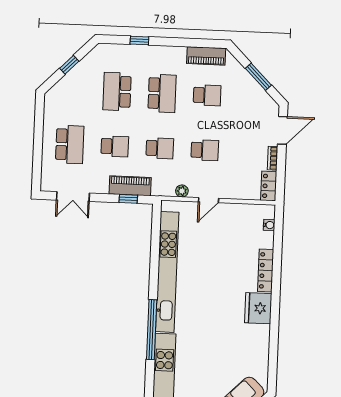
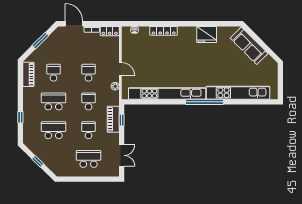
school desk: (117, 92) -> (54, 130), turned 180
fridge: (258, 308) -> (207, 35), moved

